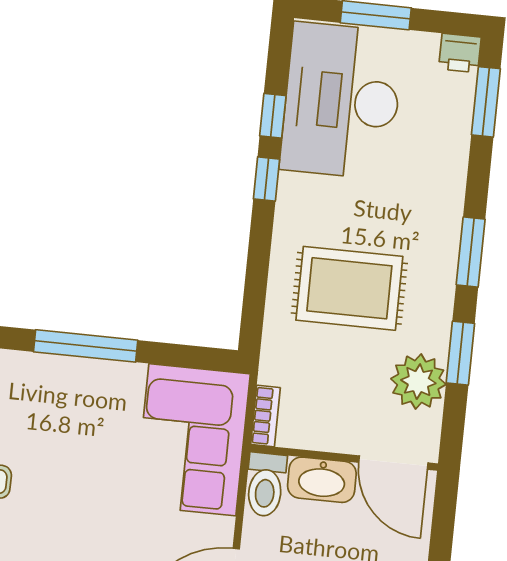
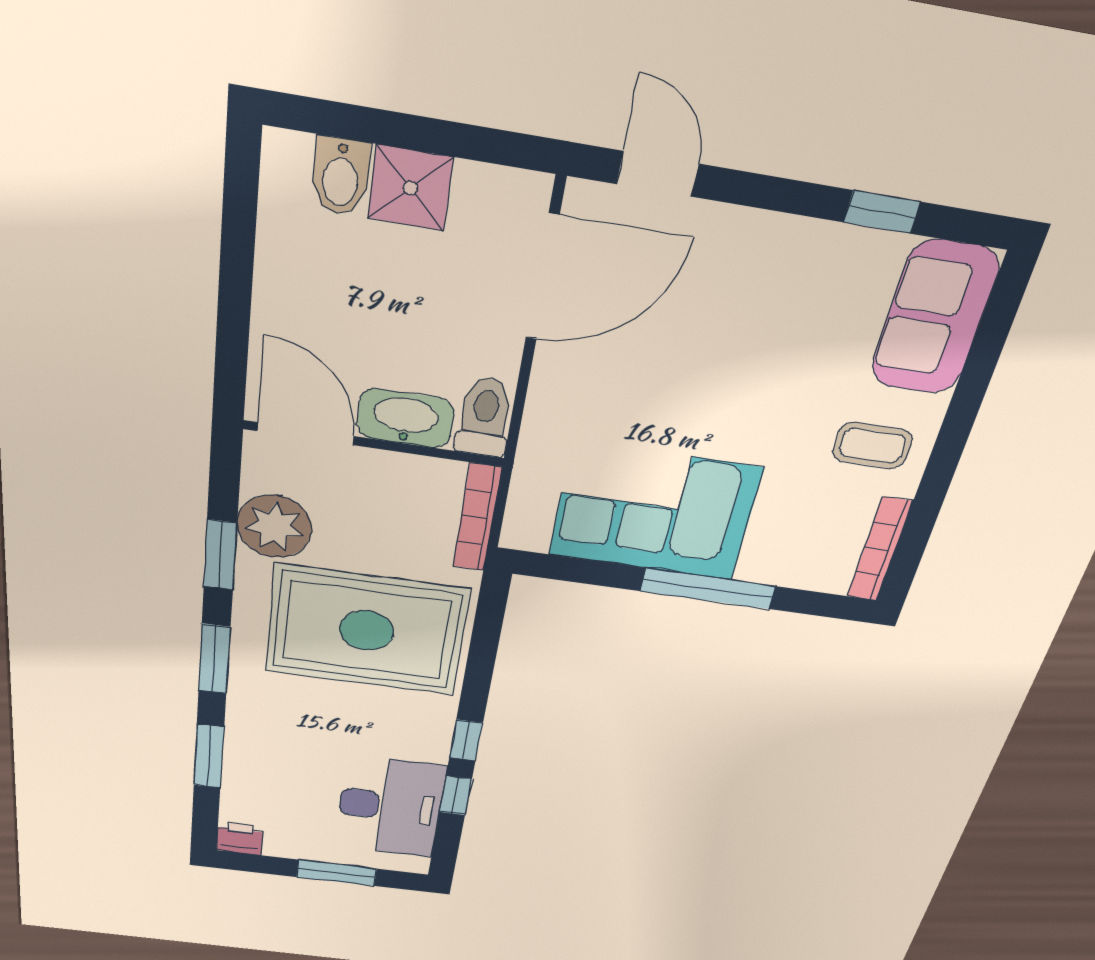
desk: (342, 101) -> (390, 807), width x0.73, depth x0.77
window: (486, 102) -> (209, 756), moved
rug: (349, 288) -> (366, 631), width x1.37, depth x1.44
bookcase: (265, 416) -> (477, 518), width x1.56
corner sofa: (192, 440) -> (654, 512), moved, turned -90

